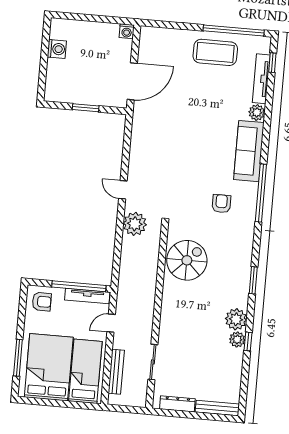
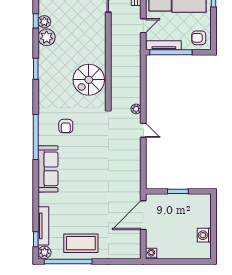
plant: (257, 112) -> (45, 252), moved
plant: (135, 224) -> (136, 109), width x0.53, depth x0.53

